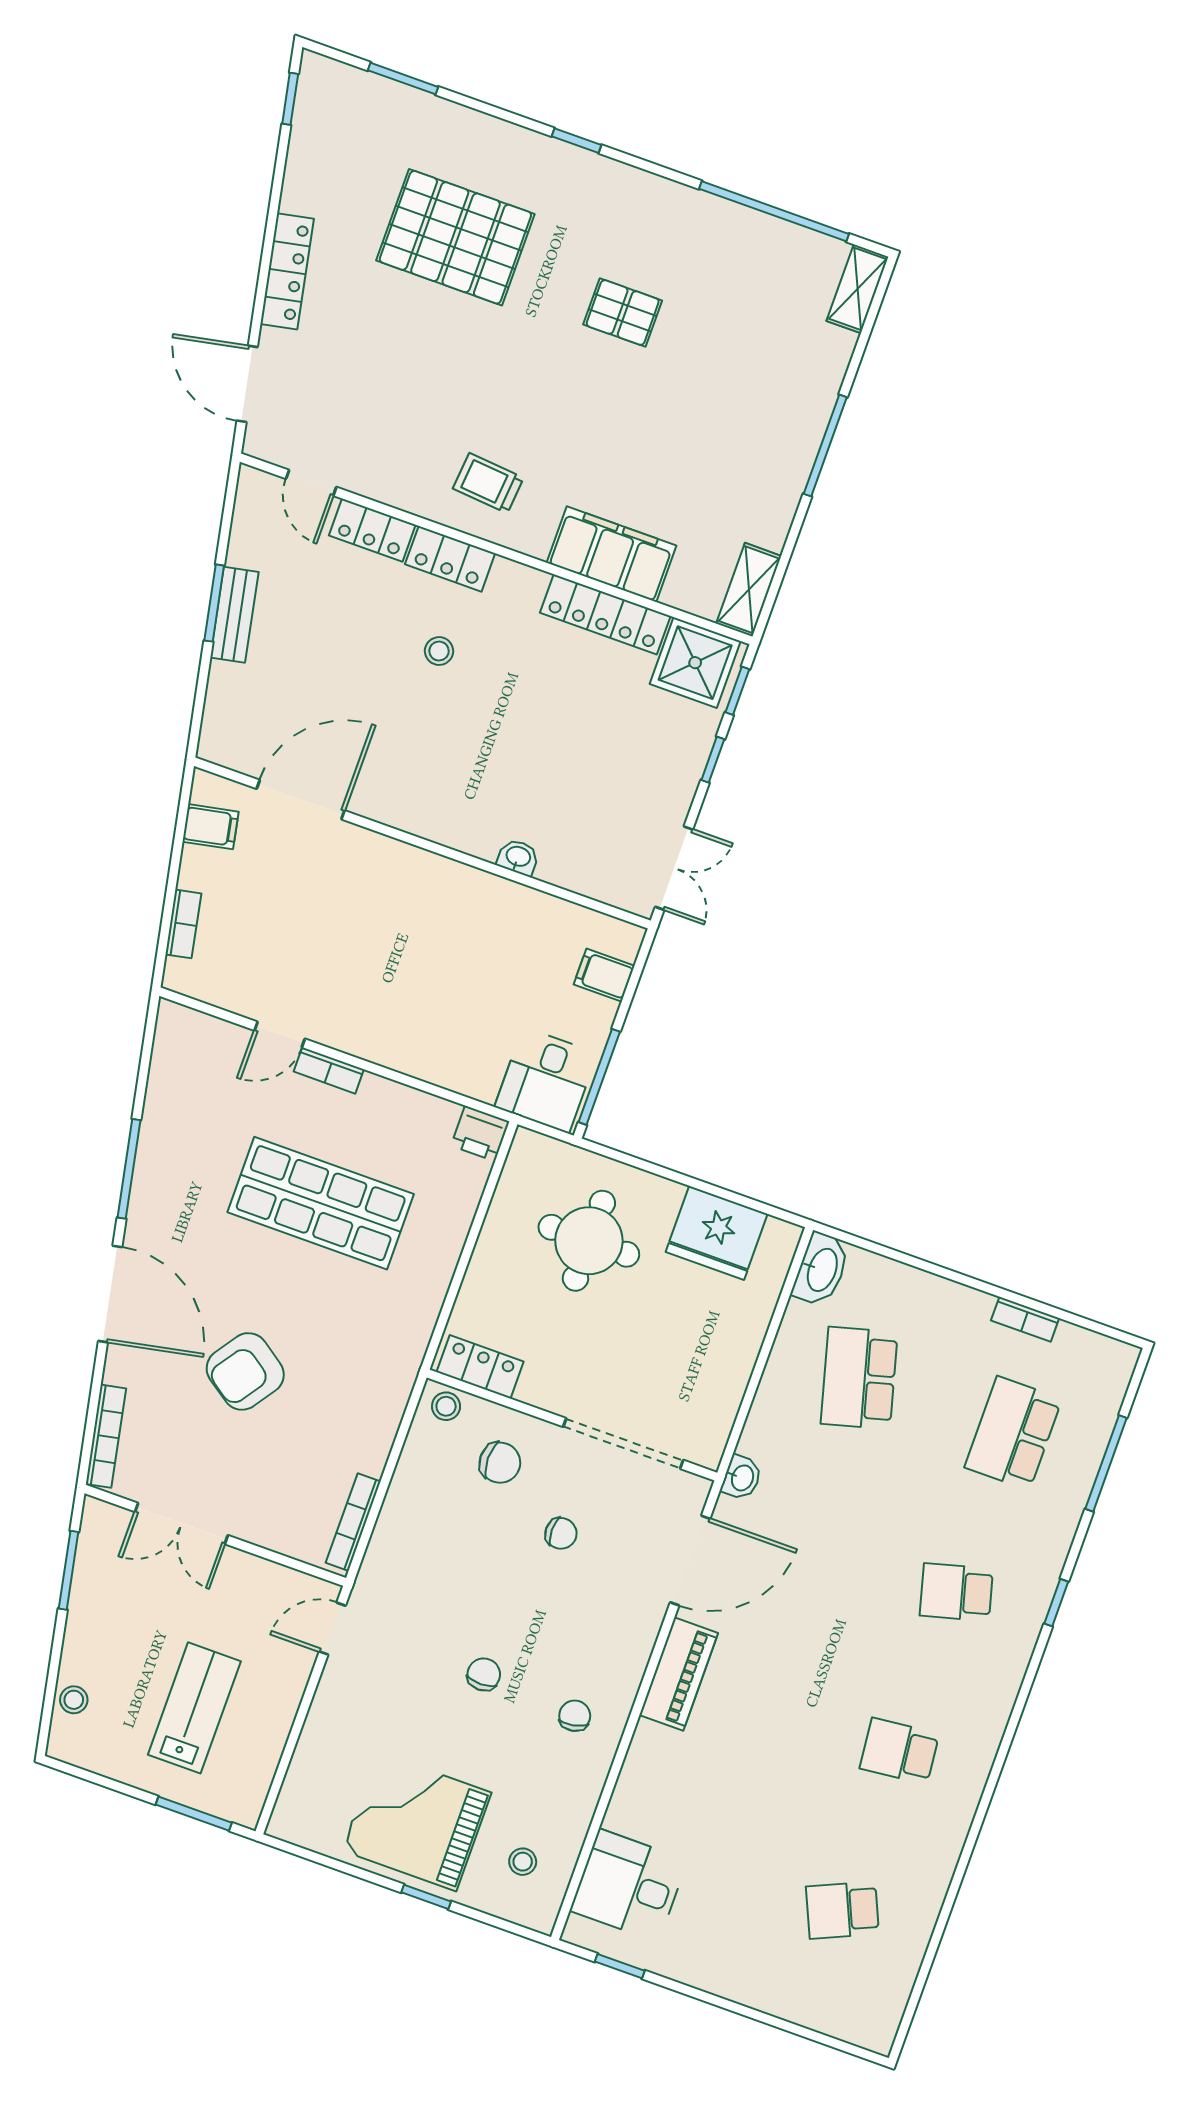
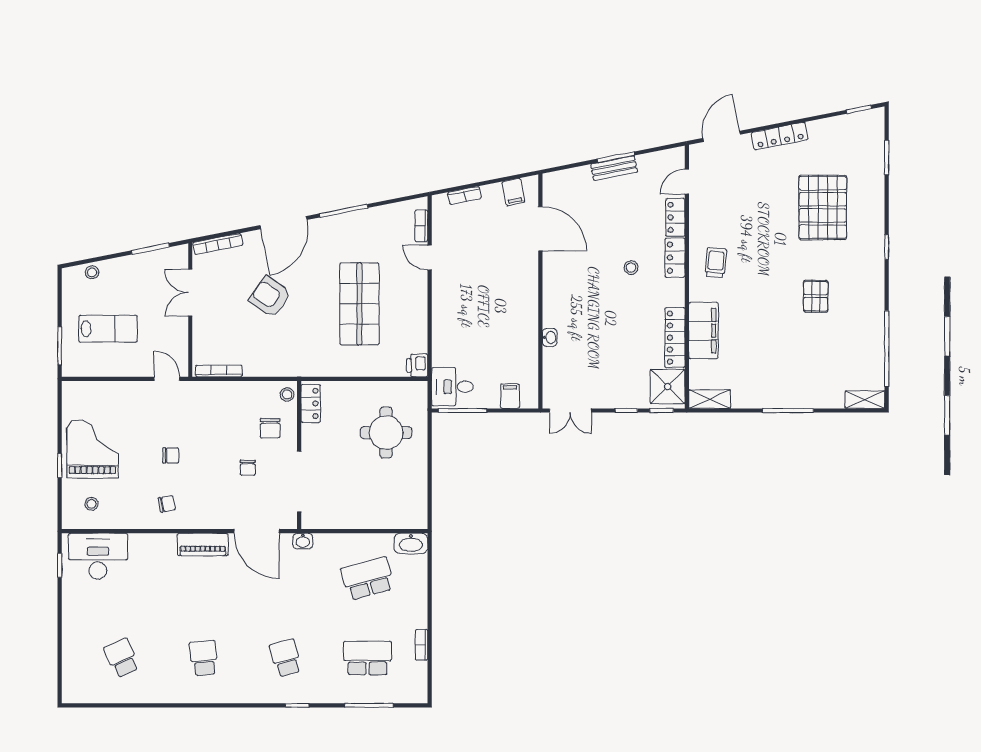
bookcase: (329, 1070) -> (421, 226), moved
fridge: (717, 1233) -> (411, 490), removed
desk: (629, 1885) -> (98, 556), width x1.37

